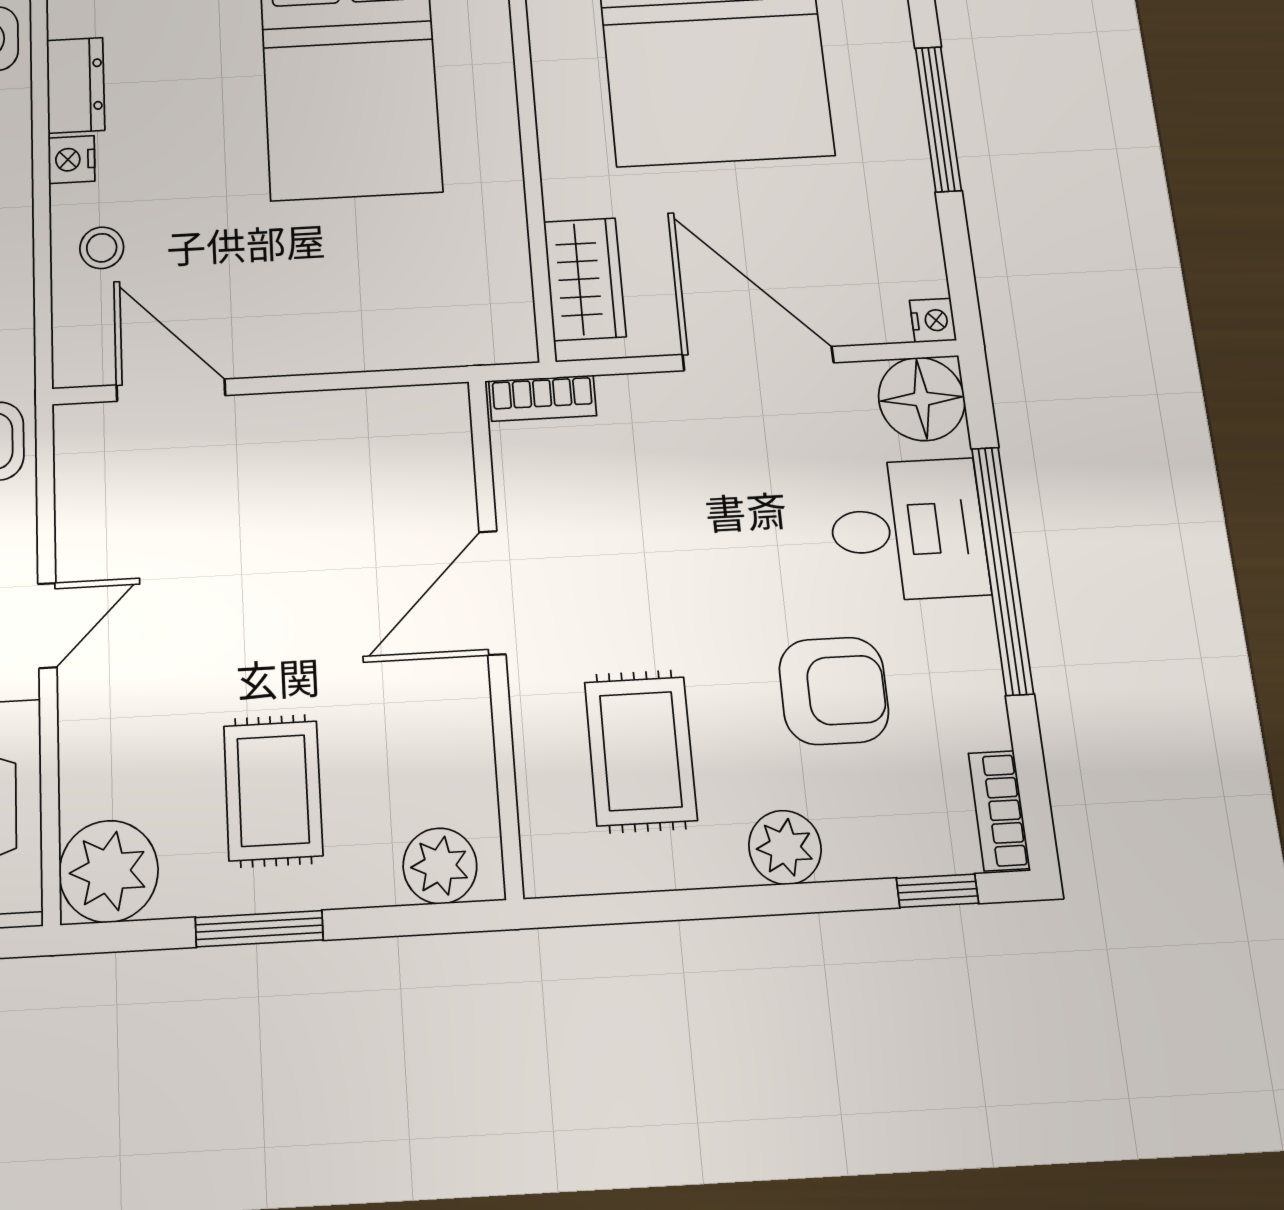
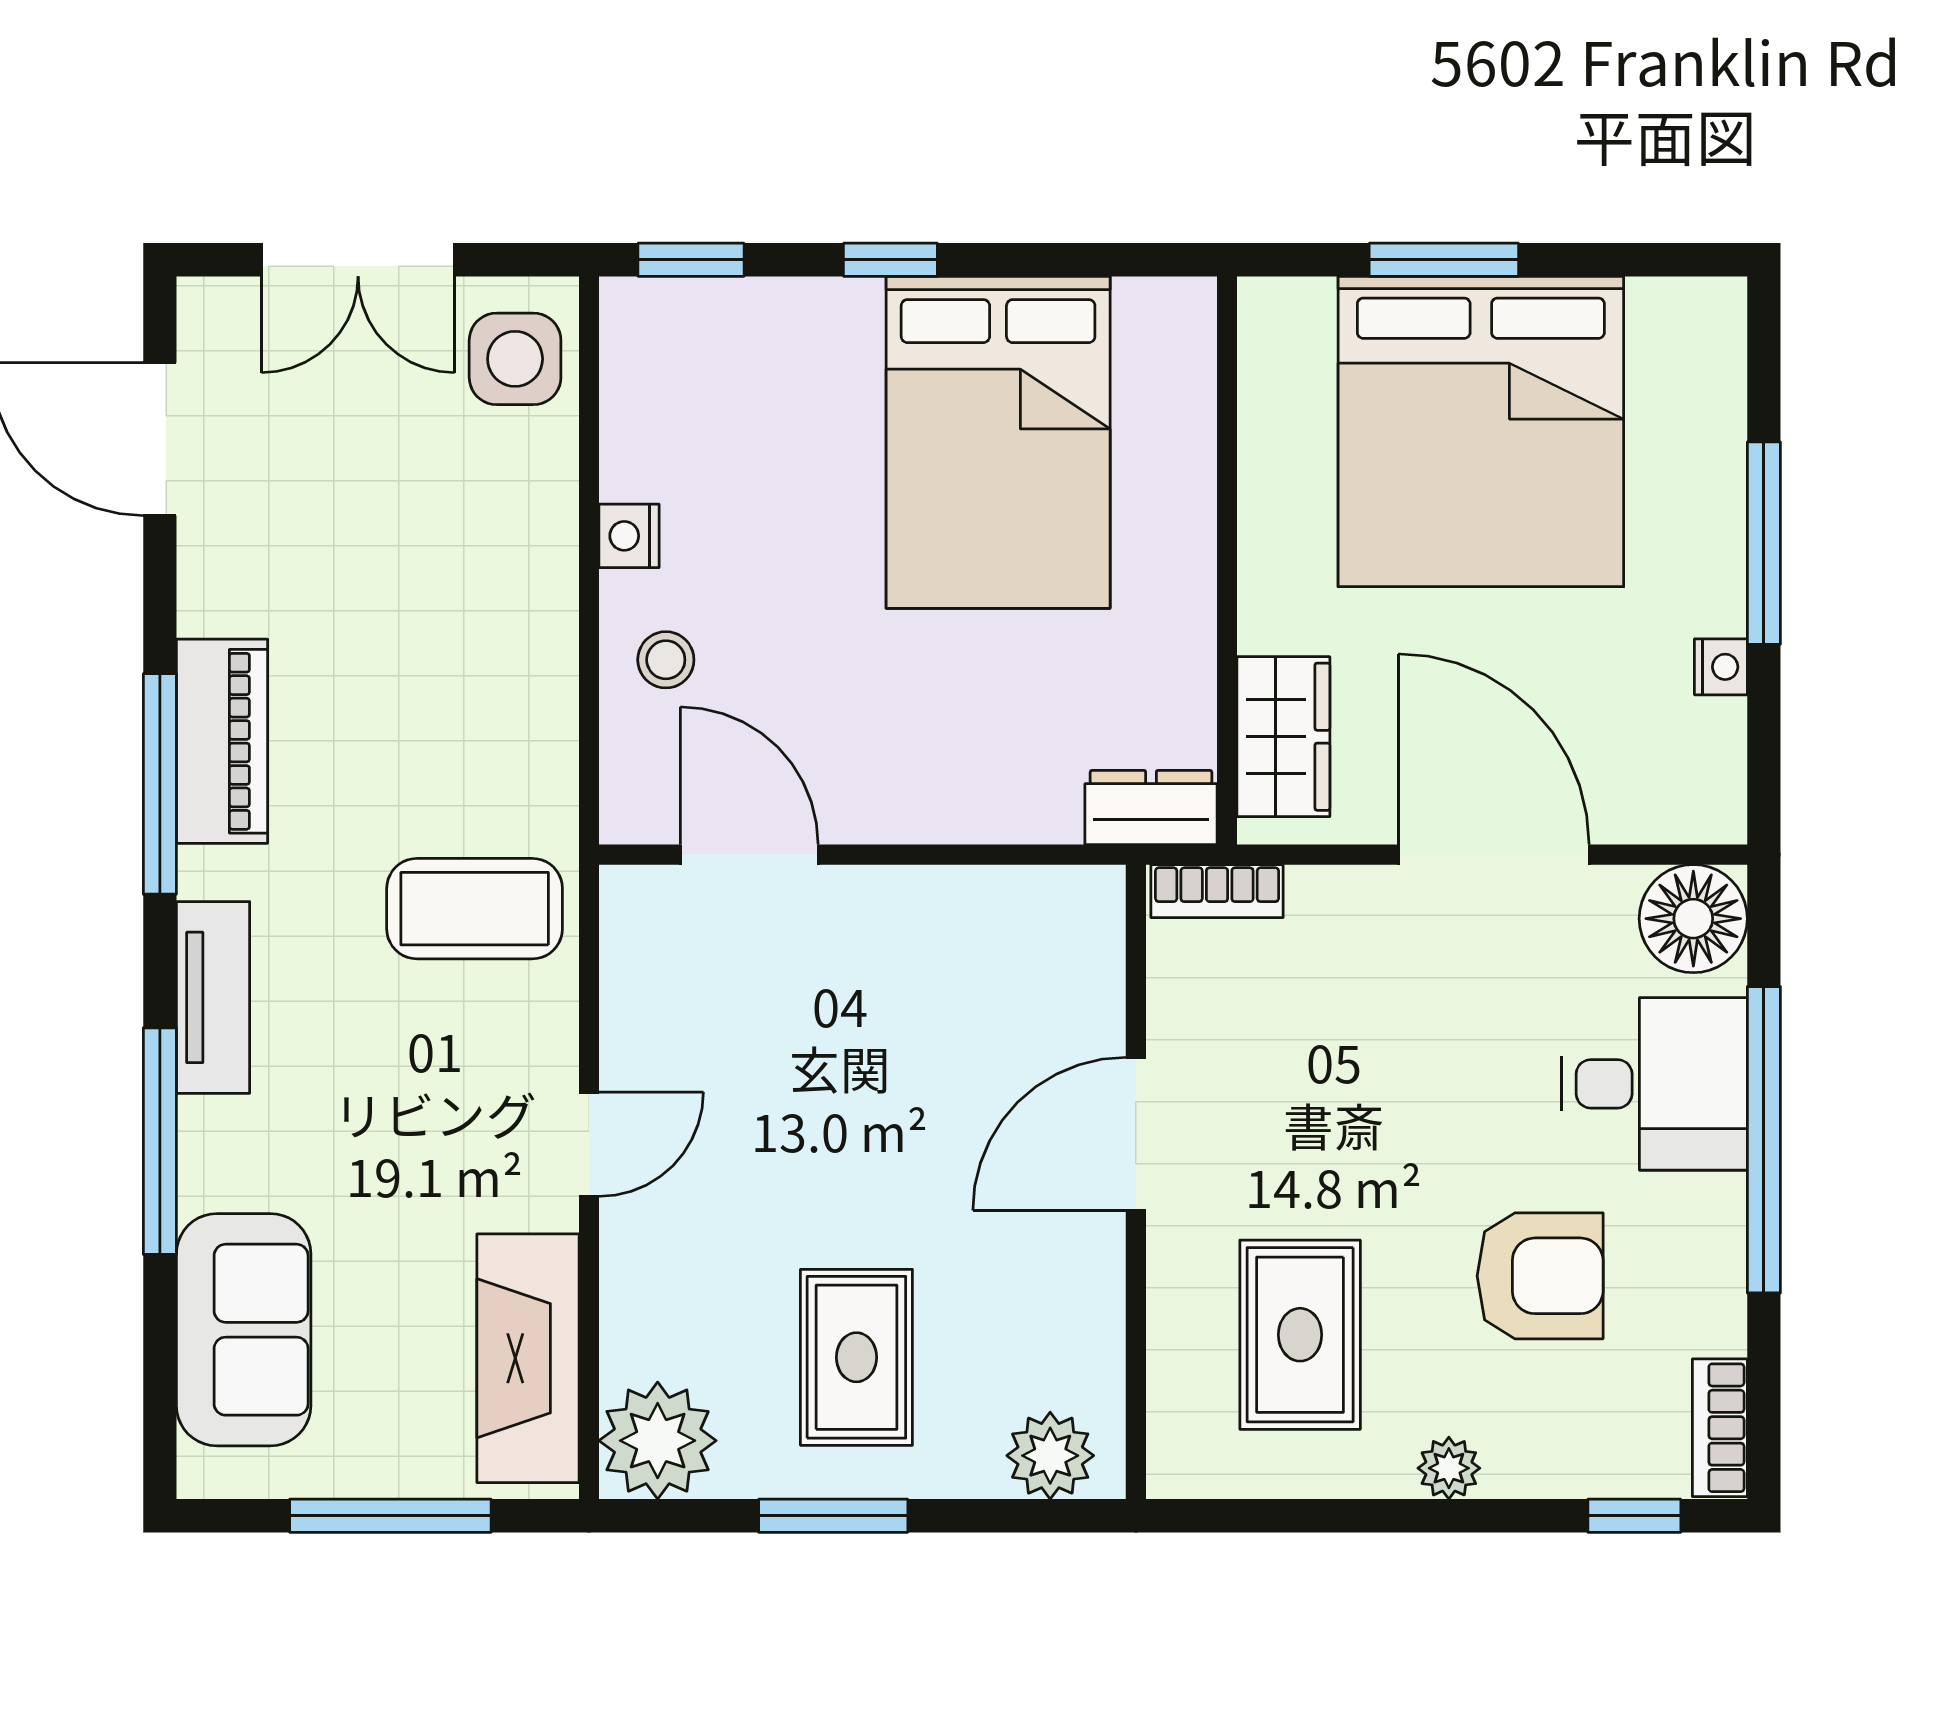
dresser: (76, 85) -> (1151, 807), moved, turned -90
nightstand: (933, 320) -> (1721, 667), moved
plant: (785, 847) -> (1449, 1468), width x0.73, depth x0.73

